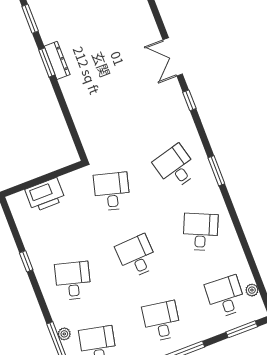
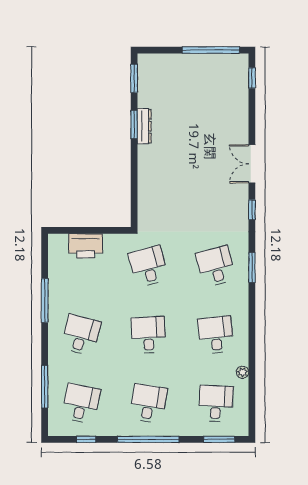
window: (216, 171) -> (252, 268), moved
desk: (112, 191) -> (148, 266), turned -30
desk: (201, 232) -> (216, 335), turned -30
window: (26, 261) -> (45, 300), width x2.17
plant: (252, 290) -> (243, 372), moved
plant: (64, 334) -> (54, 381), removed

